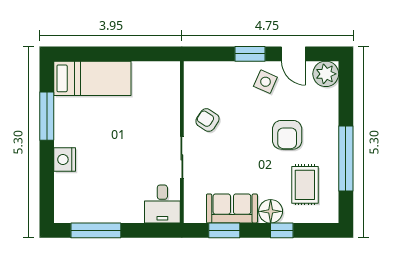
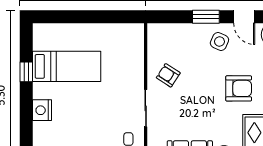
bed: (92, 78) -> (67, 66), moved
window: (47, 116) -> (26, 72), width x0.46
armchair: (287, 135) -> (239, 88), turned -90

